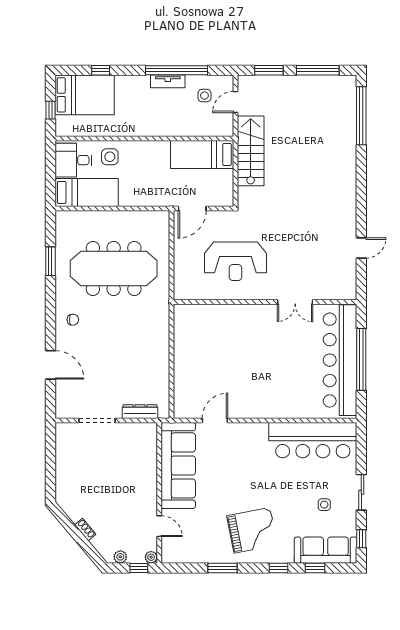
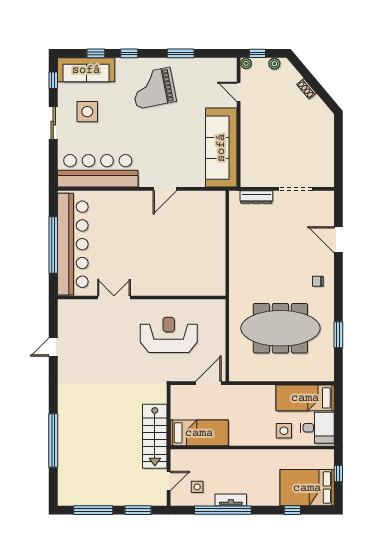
window: (361, 116) -> (53, 441), moved
door: (215, 420) -> (165, 189), moved
side table: (324, 505) -> (87, 112), width x1.87, depth x1.87

